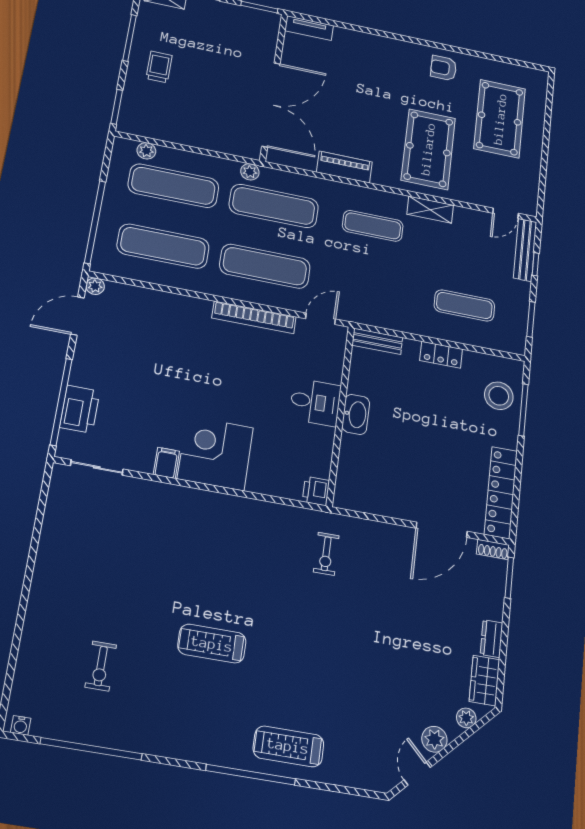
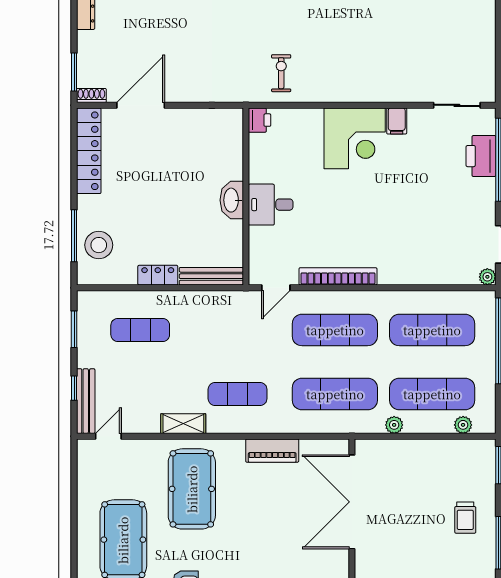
plant: (250, 172) -> (394, 425), moved
bench: (377, 341) -> (211, 276), width x1.36
exercise bike: (326, 554) -> (281, 73), moved

